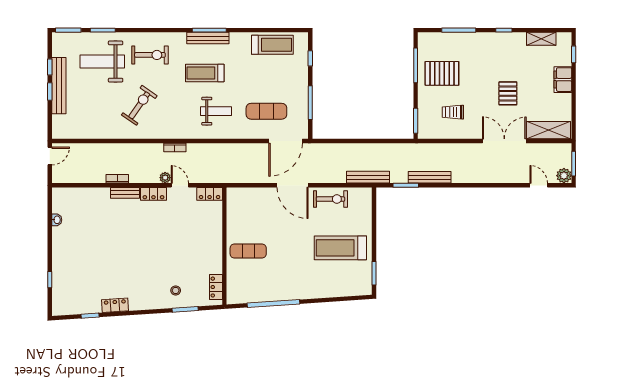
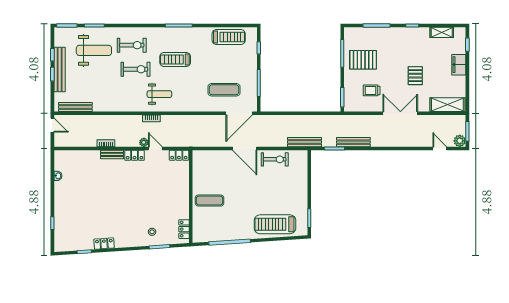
bench: (208, 38) -> (75, 107), moved
weight bench: (102, 62) -> (94, 50), turned 180
exercise bike: (139, 105) -> (136, 69), moved, turned 55
weight bench: (216, 111) -> (159, 94), moved
double door: (504, 141) -> (400, 113), moved
door: (50, 156) -> (52, 125), hinge flipped
treadmill: (340, 248) -> (275, 224), moved

